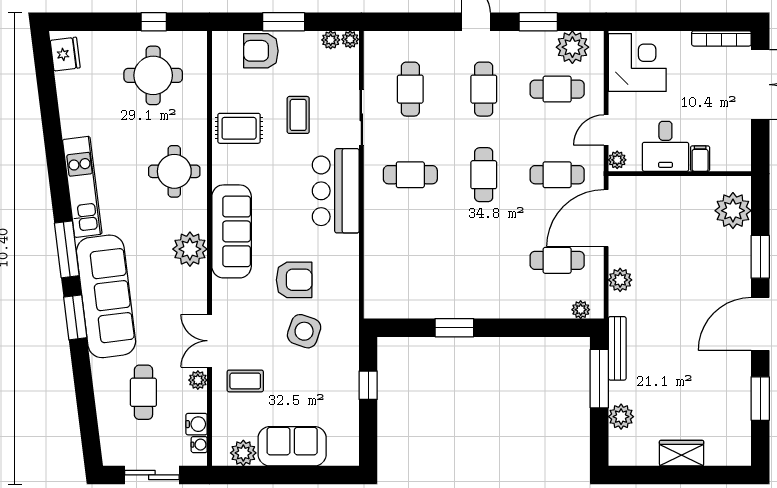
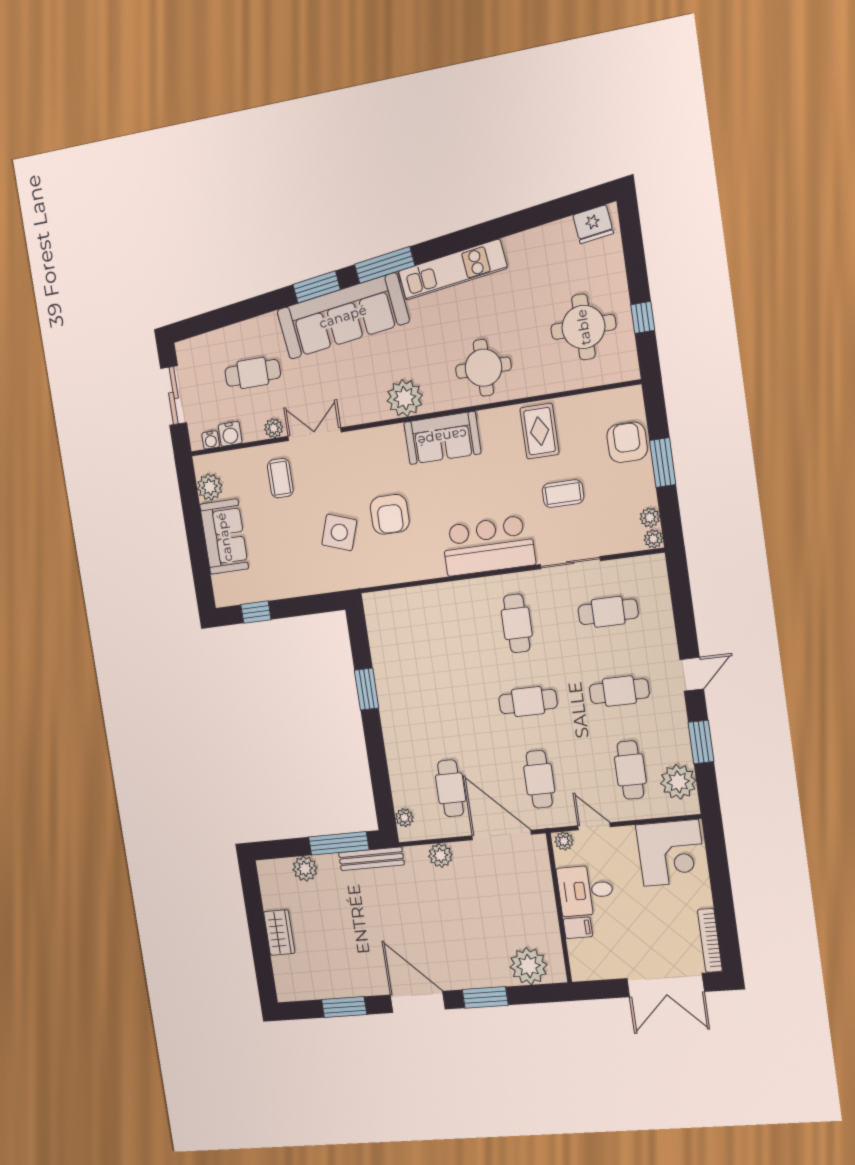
sofa: (232, 231) -> (442, 438), width x0.73
window: (368, 385) -> (256, 612), moved

